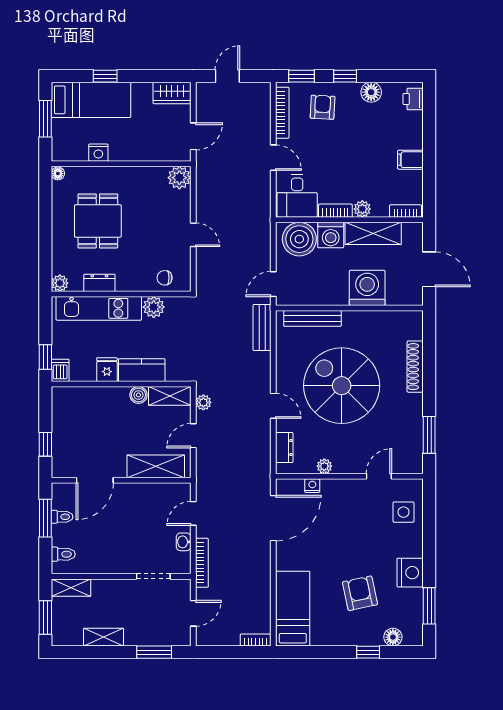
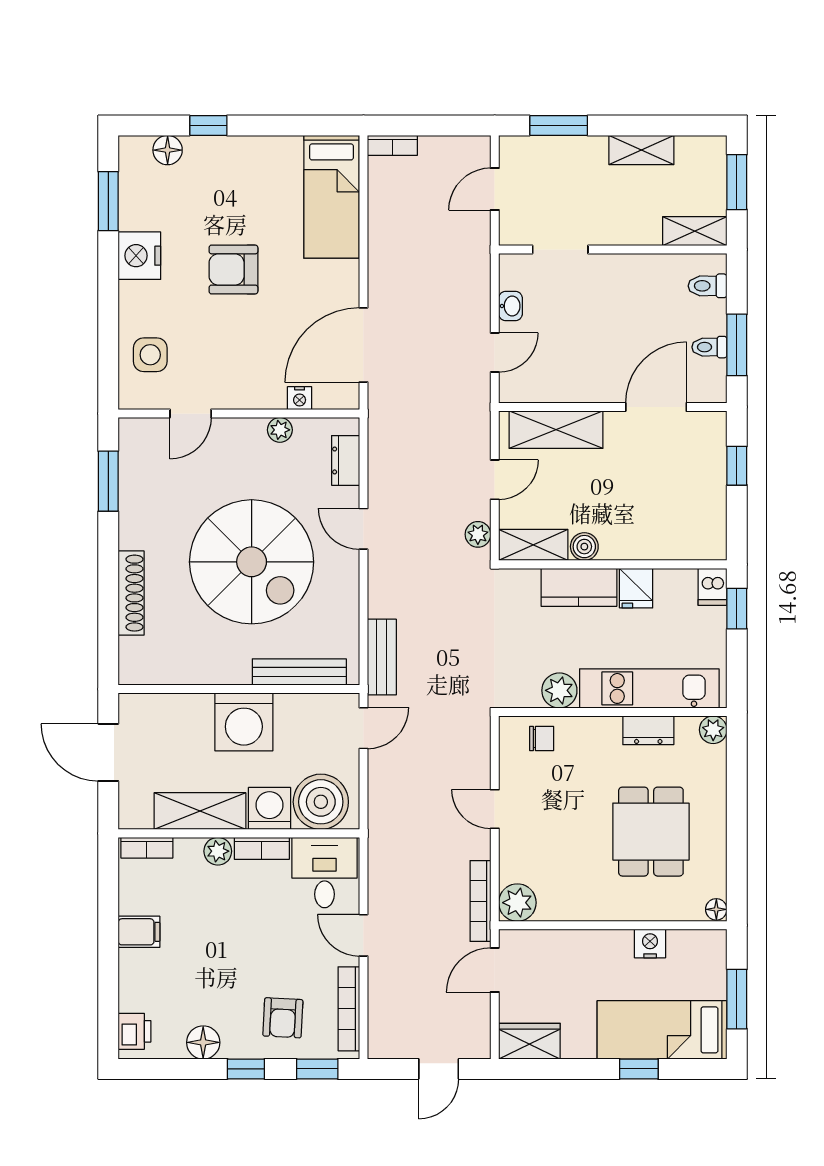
washing machine: (367, 288) -> (244, 722), moved
bookcase: (202, 563) -> (480, 901), moved
armchair: (360, 593) -> (233, 269), moved, turned 102

